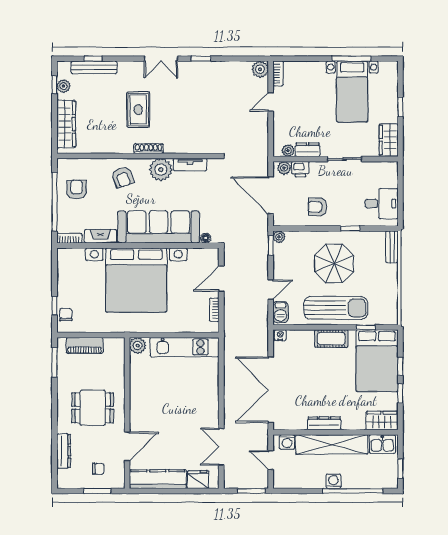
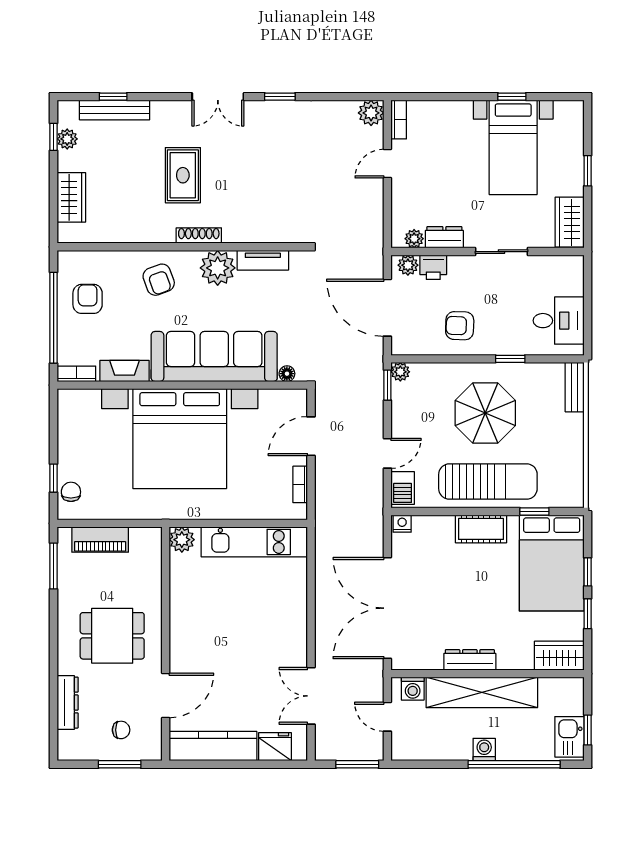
window: (351, 59) -> (512, 97), width x0.46
wardrobe: (66, 124) -> (71, 197), width x0.67
kitchen sink: (382, 444) -> (569, 737), moved, turned 90

